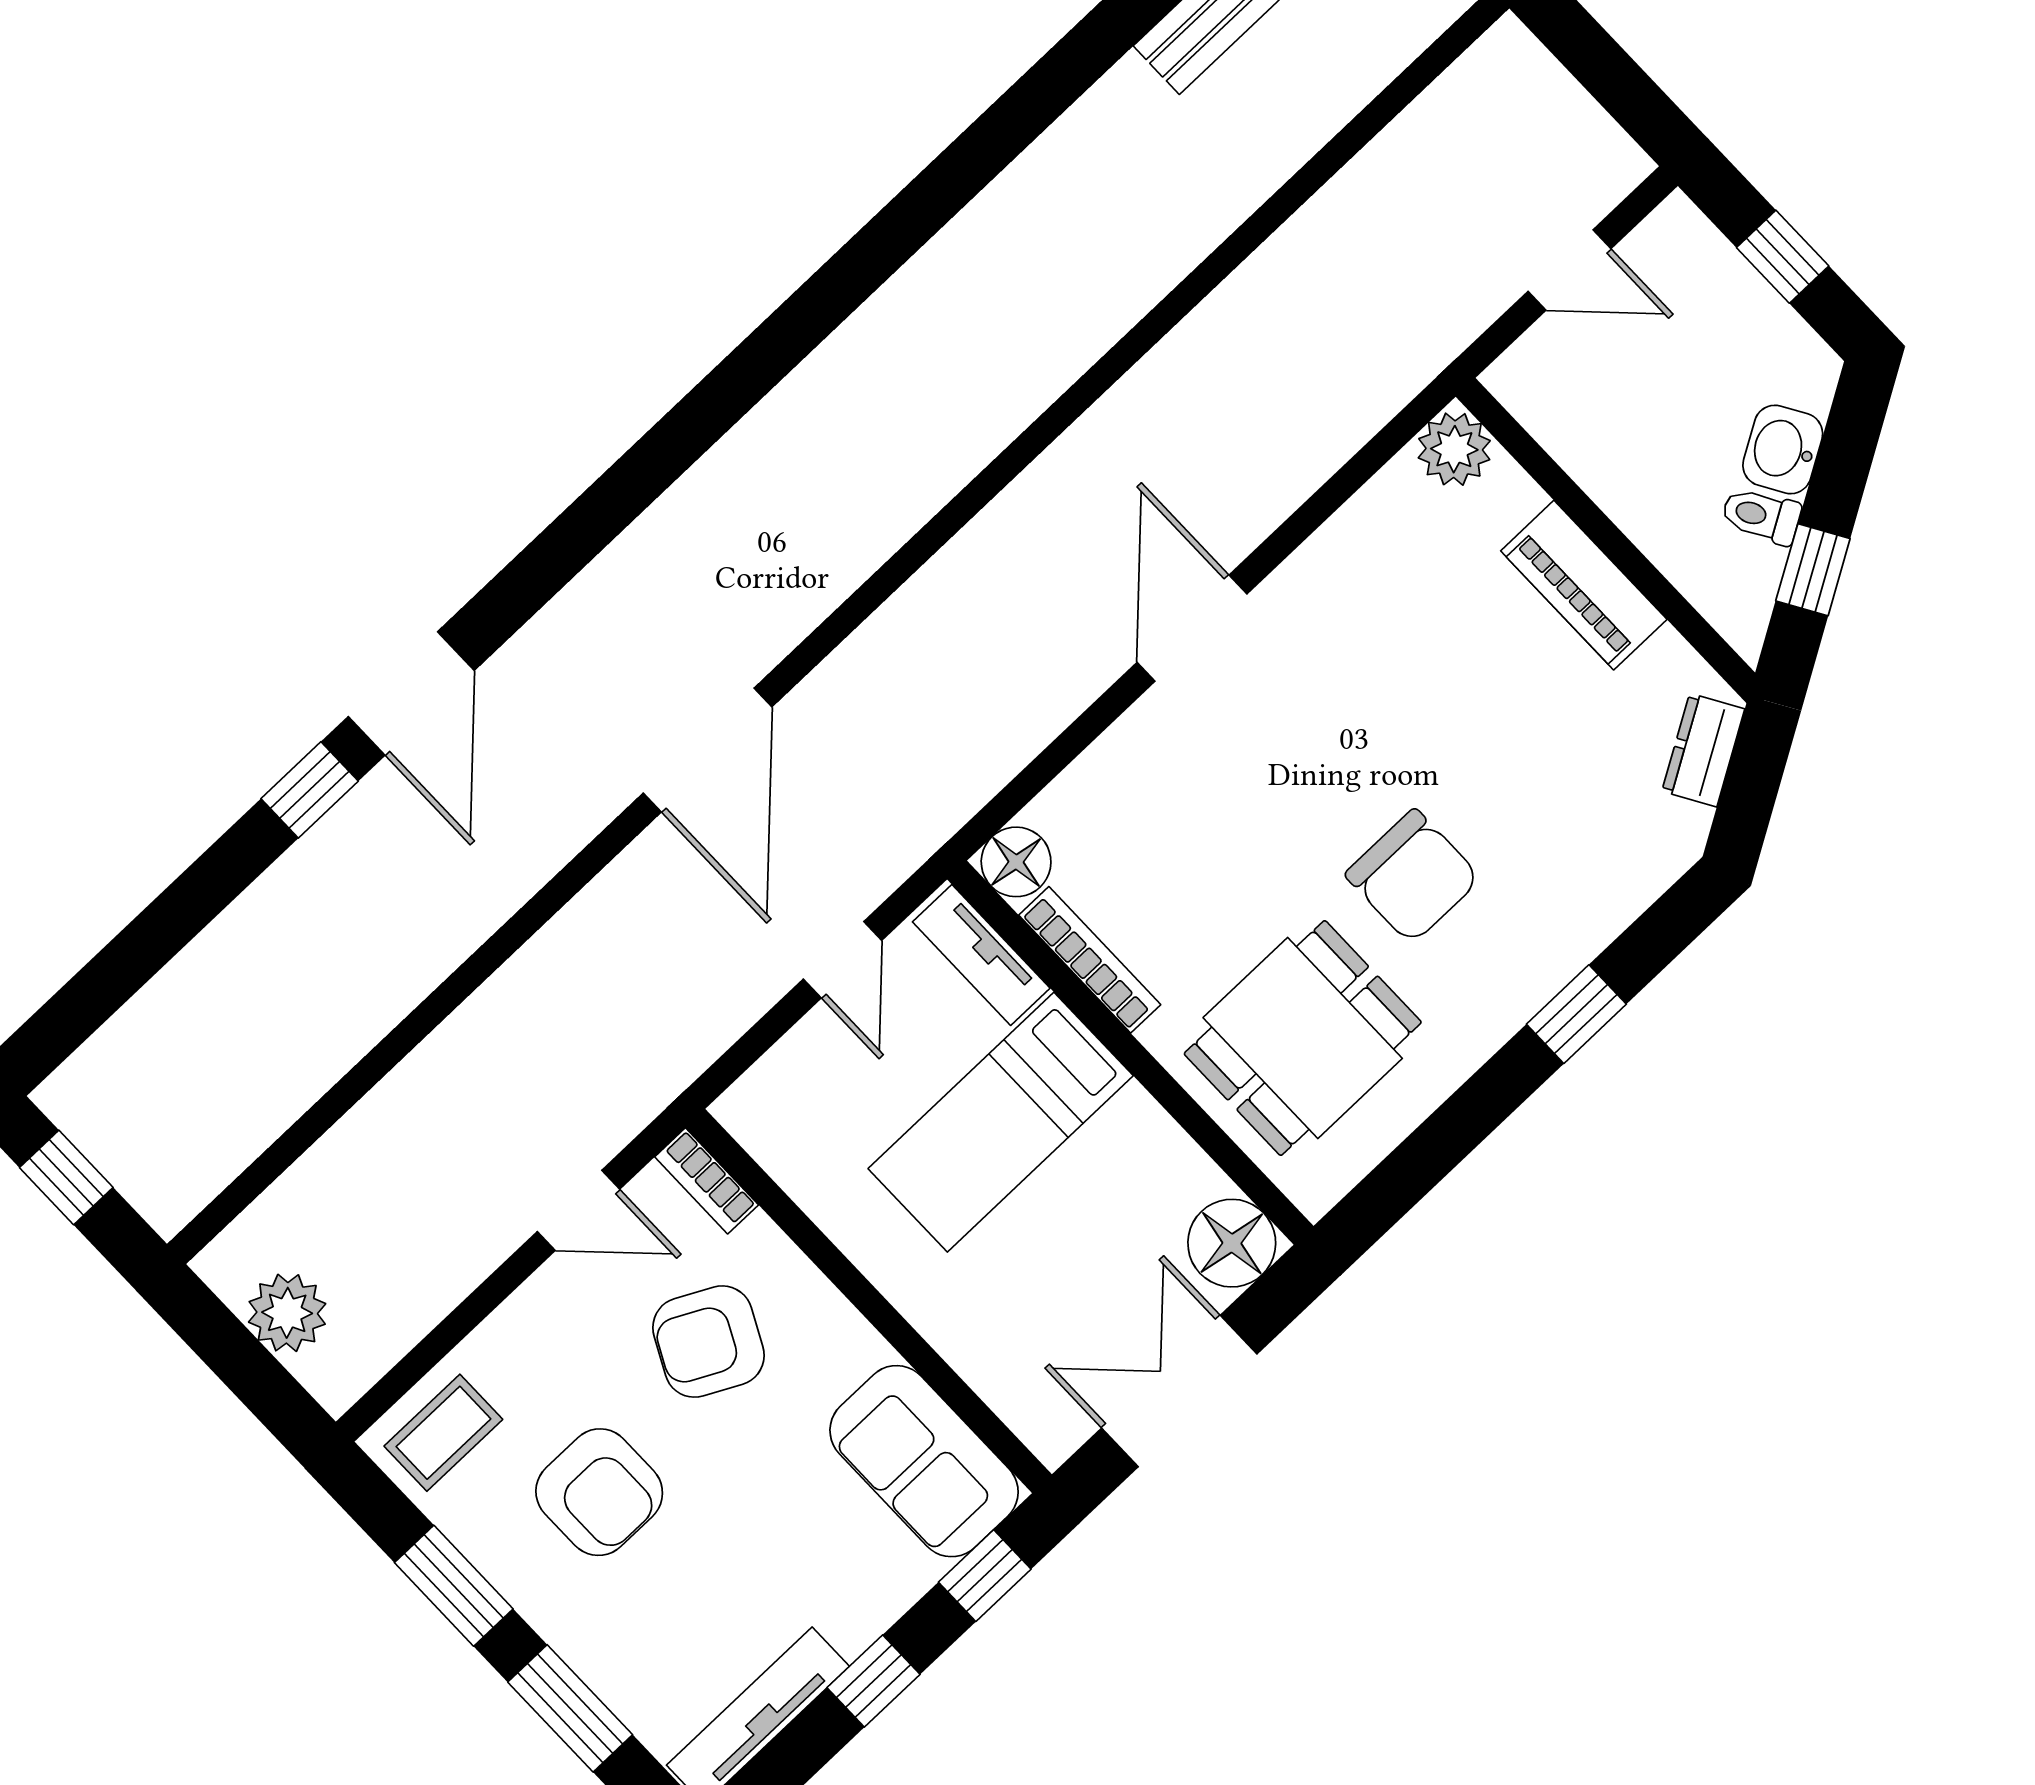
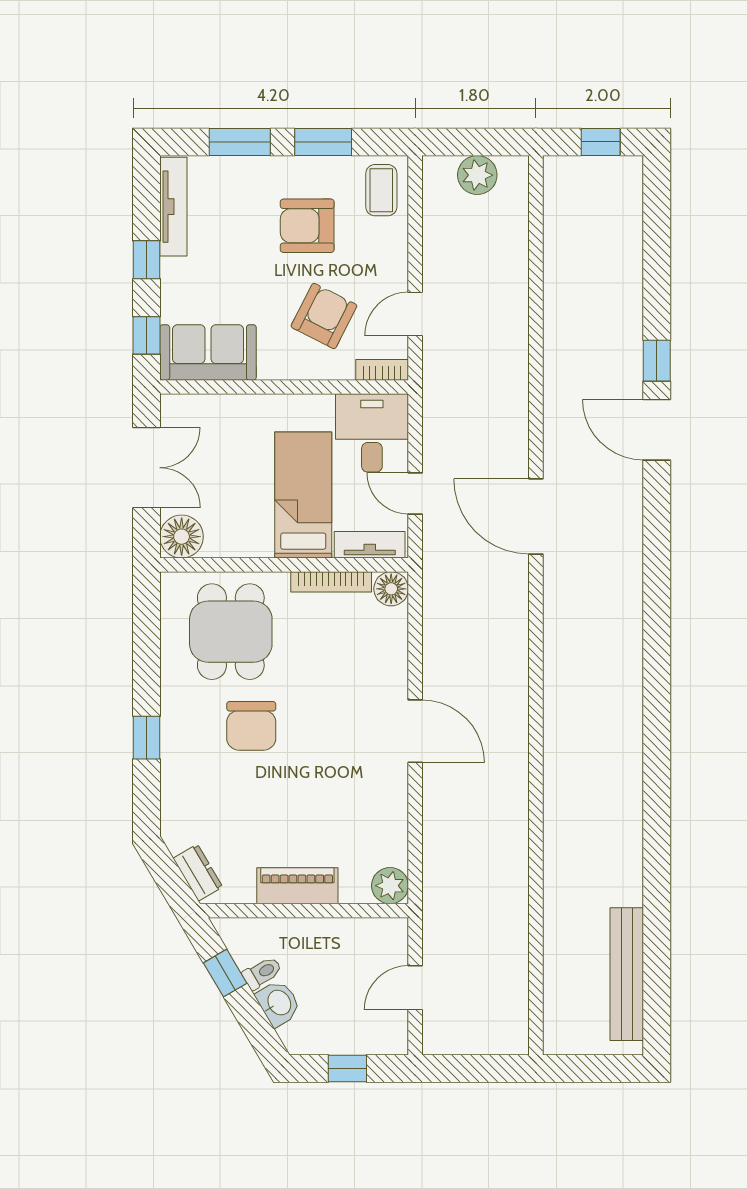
chair: (1413, 876) -> (251, 726), turned -90
desk: (814, 1108) -> (372, 433), added

